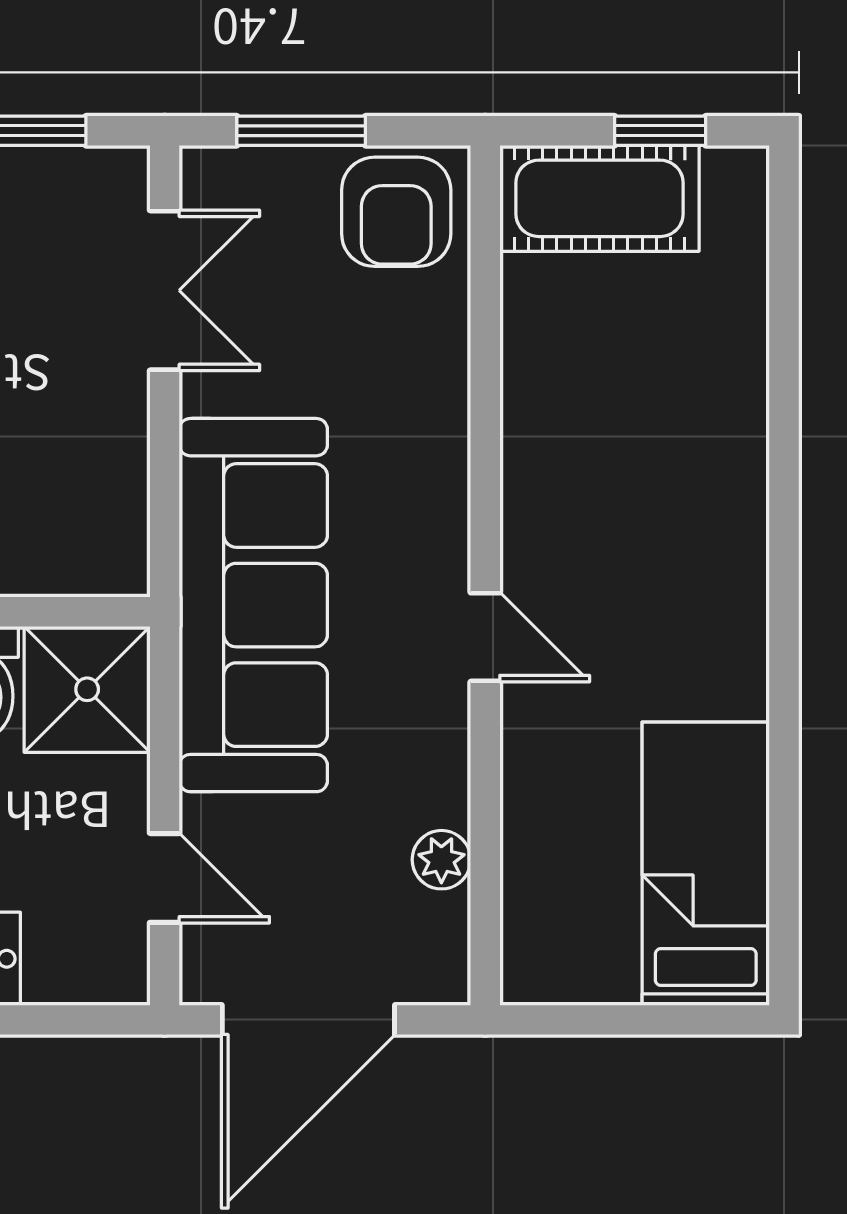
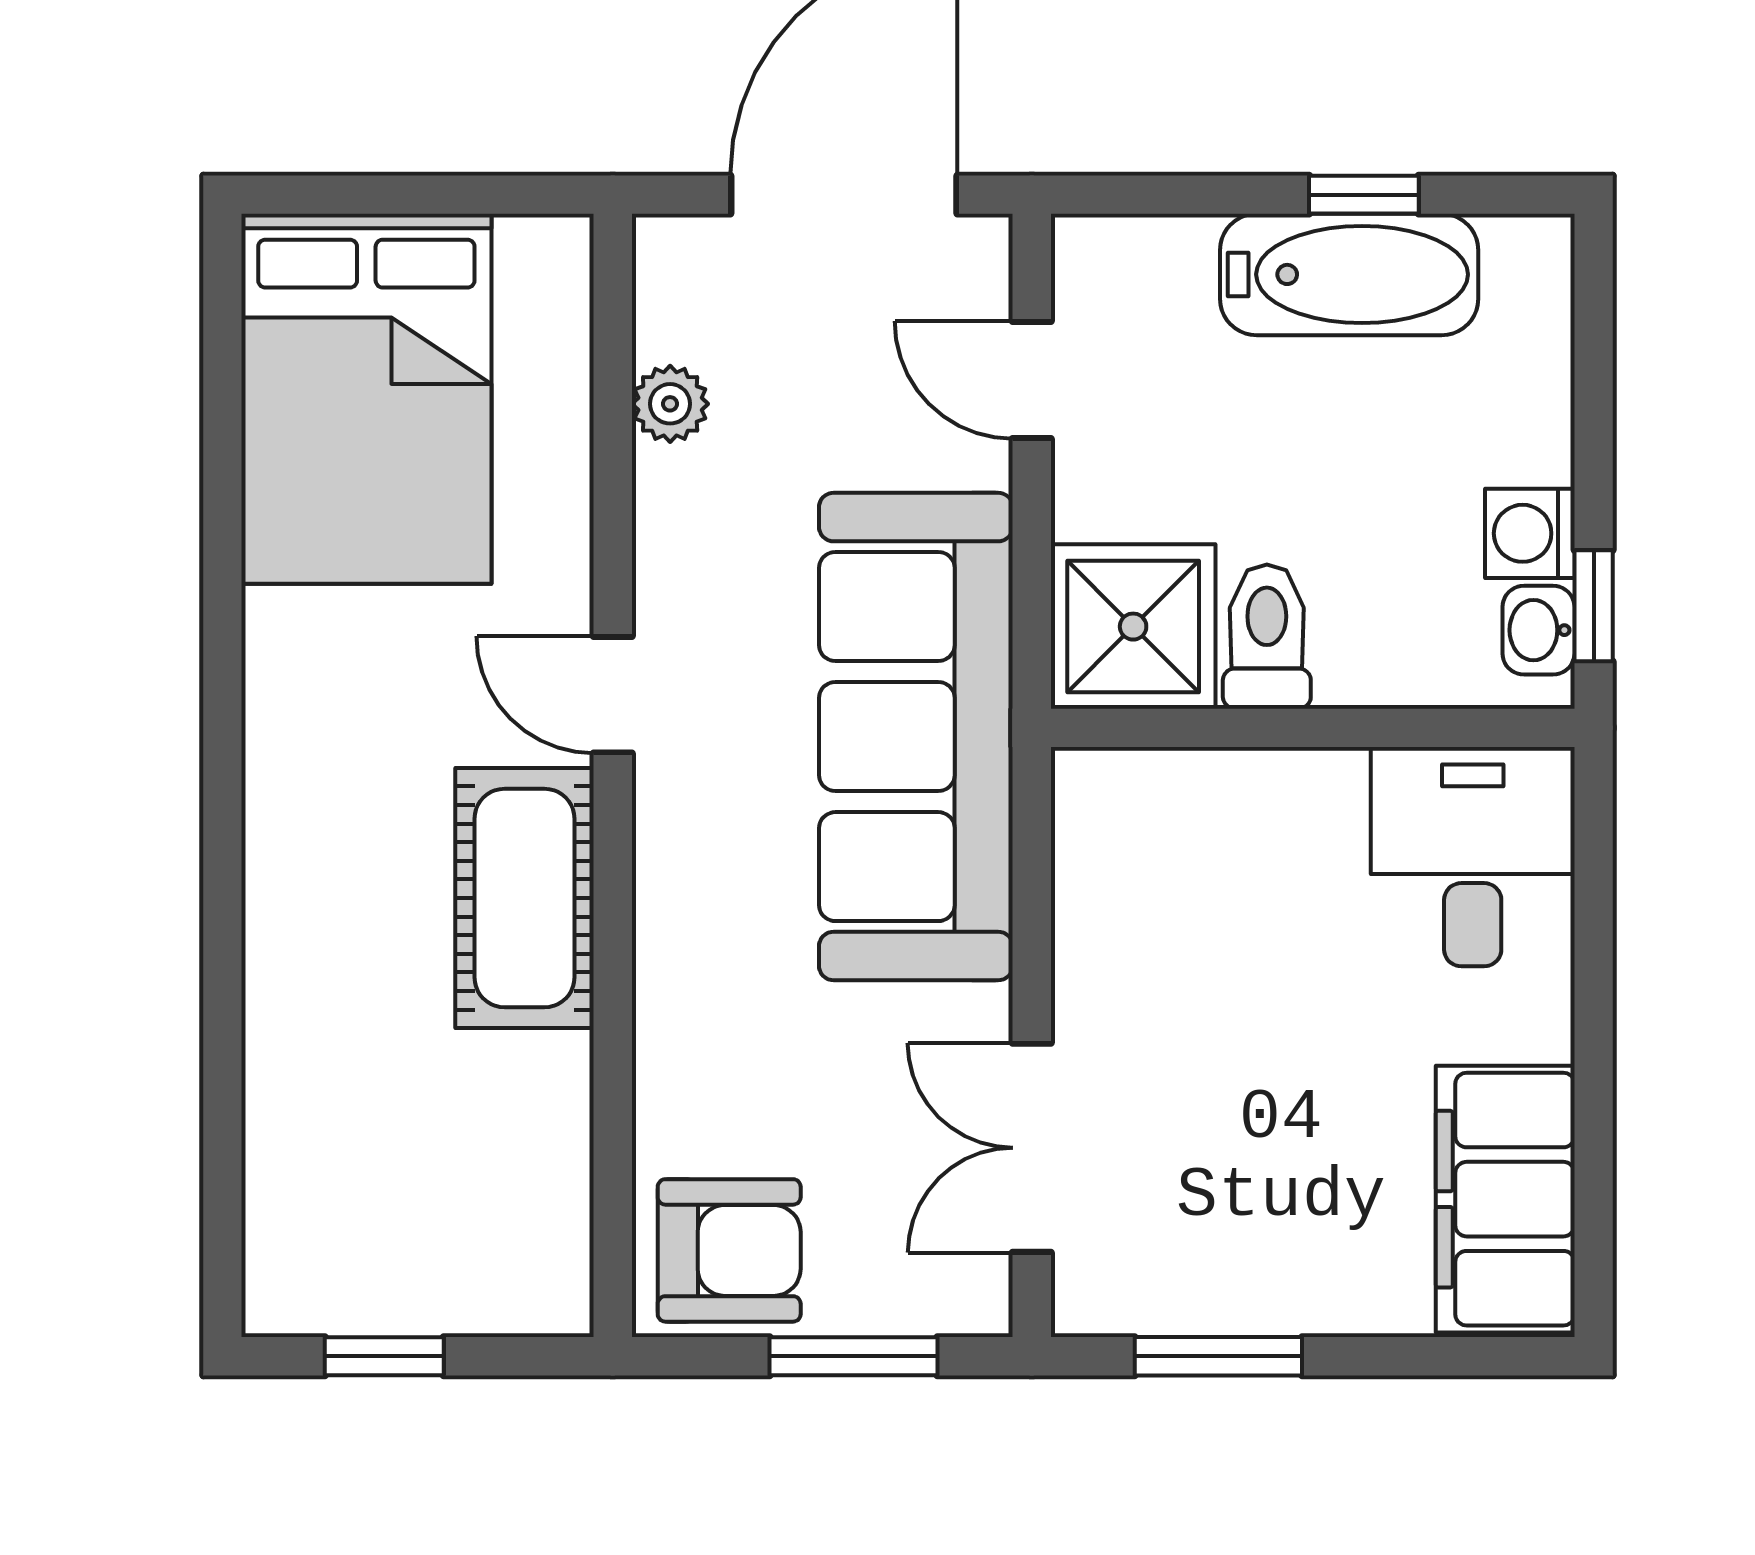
cot: (599, 198) -> (525, 898), moved, turned 90
armchair: (396, 212) -> (729, 1250), turned 90
bed: (706, 864) -> (366, 399), width x1.50

